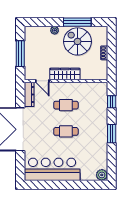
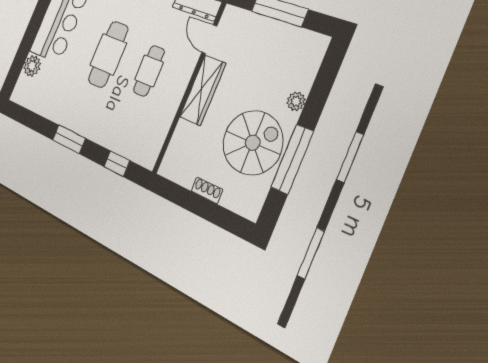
door: (42, 81) -> (209, 39), hinge flipped
cafe table: (66, 131) -> (108, 54), width x1.37, depth x1.35
plant: (102, 175) -> (32, 66), moved

